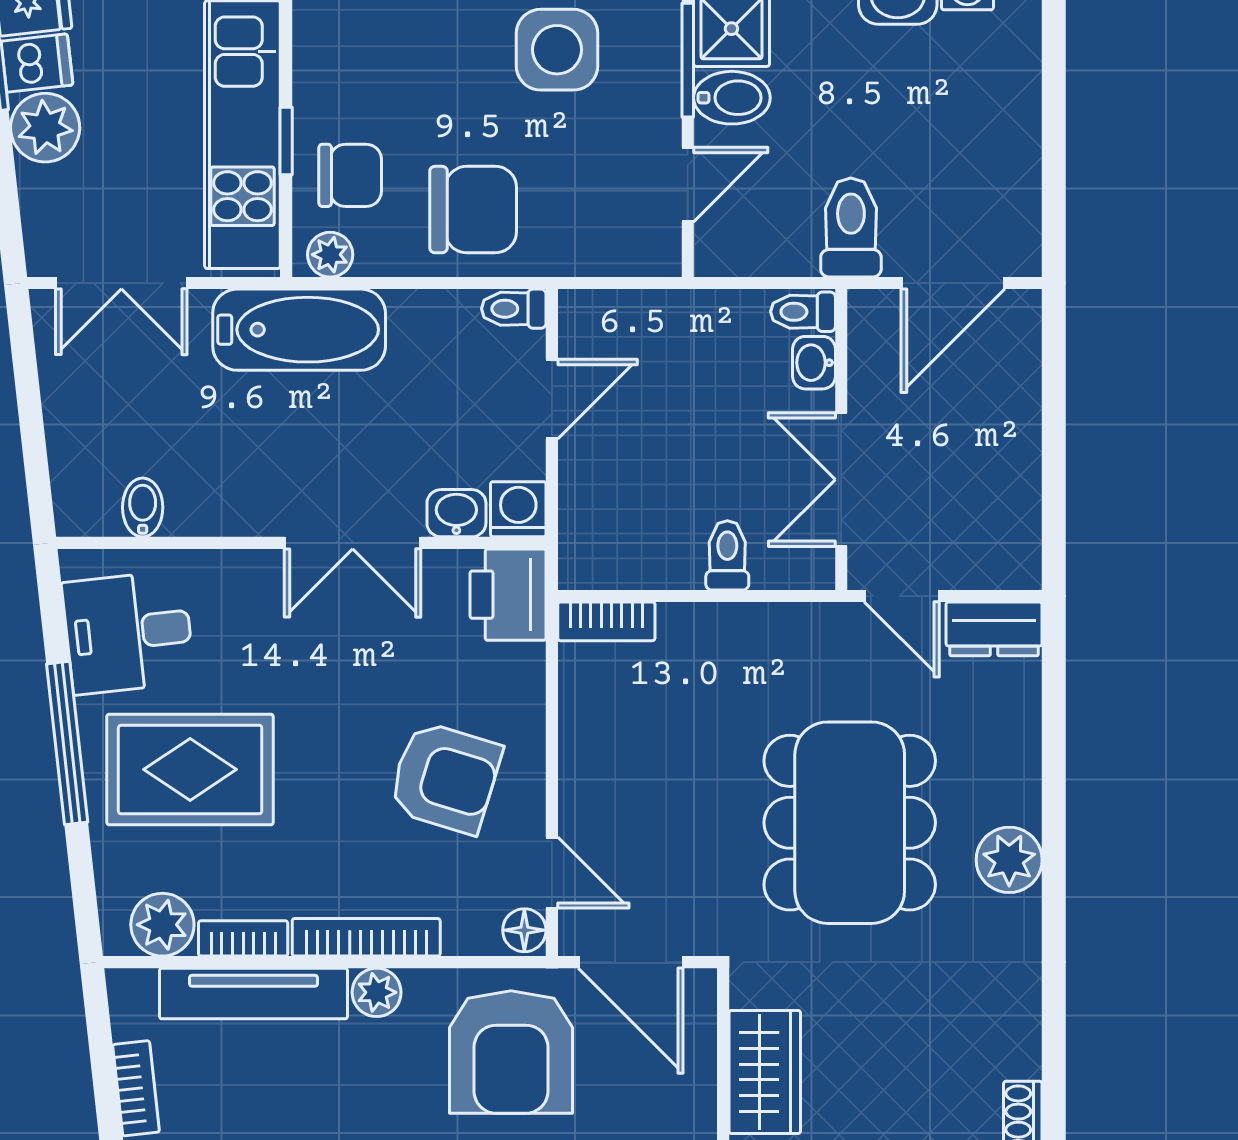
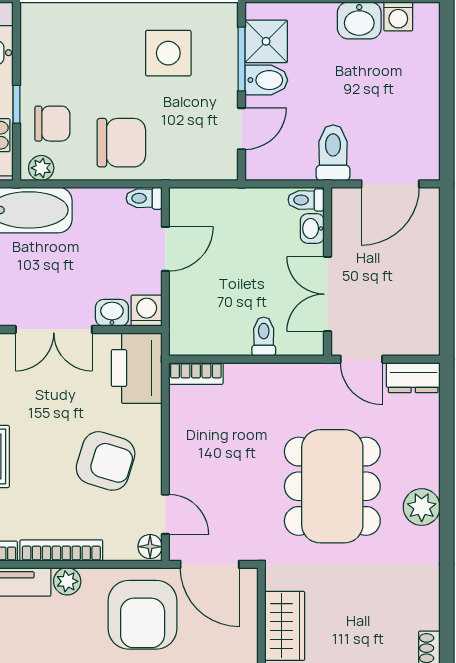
printer: (508, 595) -> (137, 368), width x1.37, depth x1.19

